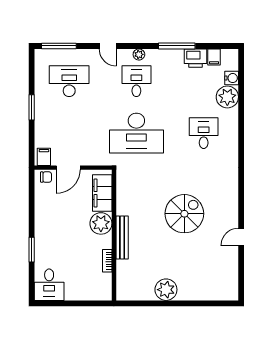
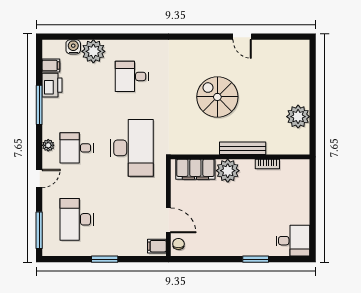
filing cabinet: (102, 193) -> (195, 169), moved
plant: (101, 223) -> (228, 171), moved
wall: (114, 235) -> (240, 157), moved
bench: (122, 238) -> (243, 148), moved
bookcase: (107, 261) -> (267, 164), moved

